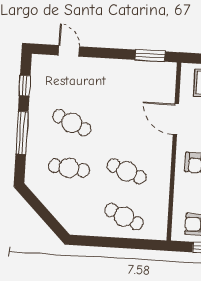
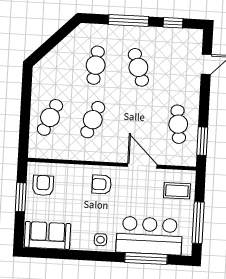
cafe table: (132, 81) -> (178, 124), added
door: (176, 119) -> (142, 166), hinge flipped
cafe table: (72, 123) -> (138, 67), turned -42

